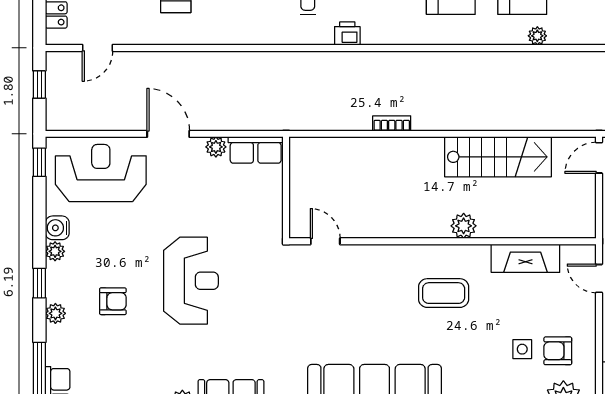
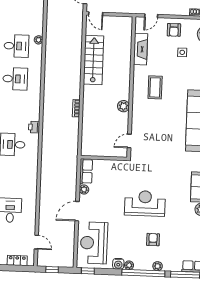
plant: (464, 226) -> (123, 106), moved
window: (39, 283) -> (143, 273), width x3.17
armchair: (558, 351) -> (174, 30), moved

